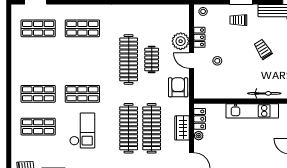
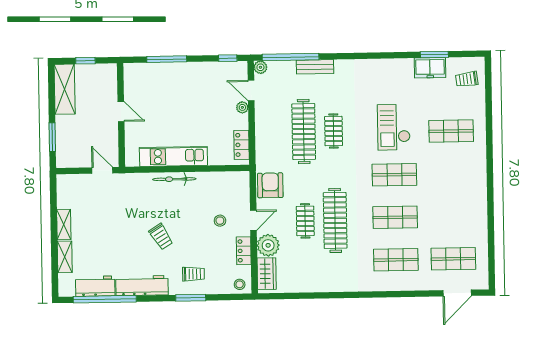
door: (192, 61) -> (253, 220), hinge flipped
armchair: (178, 87) -> (270, 185), turned 180
bicycle: (264, 93) -> (174, 179), moved
shop shelf: (38, 94) -> (395, 217), moved
clothes rail: (129, 128) -> (334, 131), width x0.54, depth x0.76
wardrobe: (182, 128) -> (267, 274), moved
plant: (199, 136) -> (242, 107), moved

